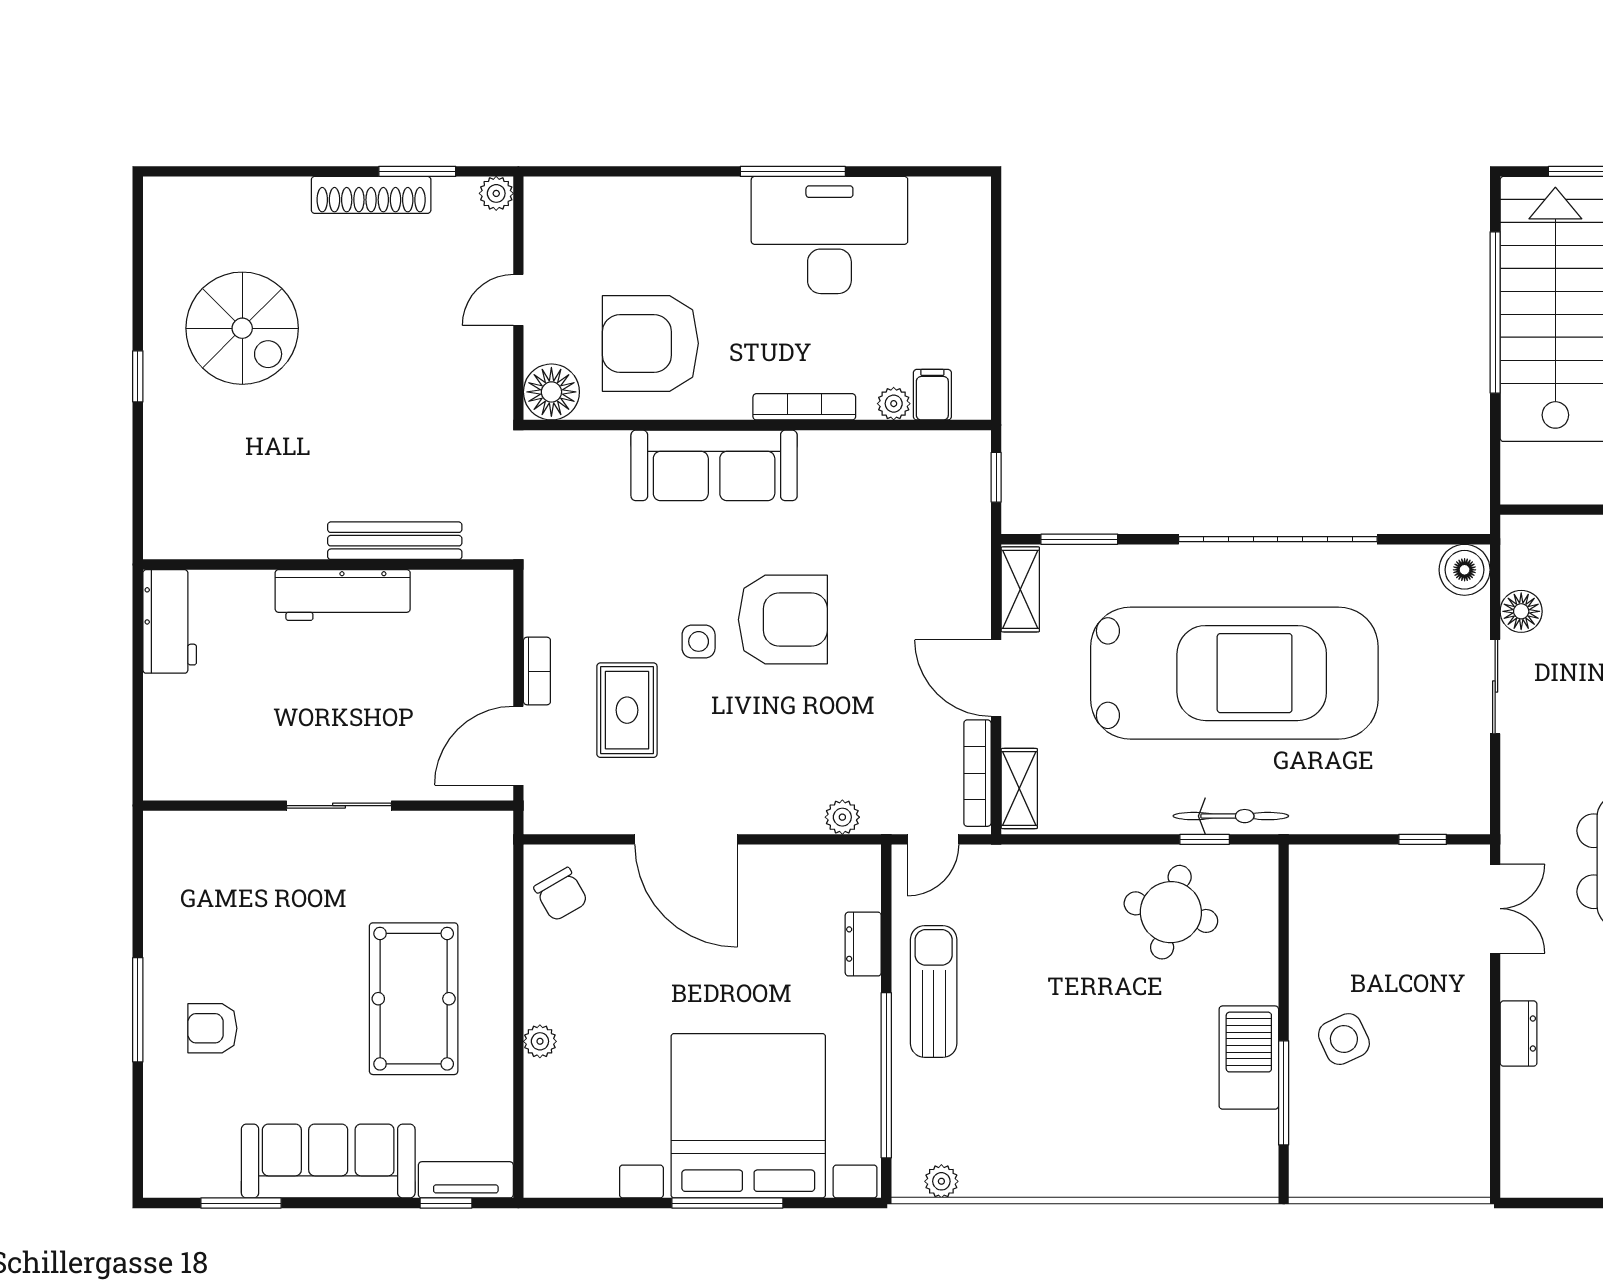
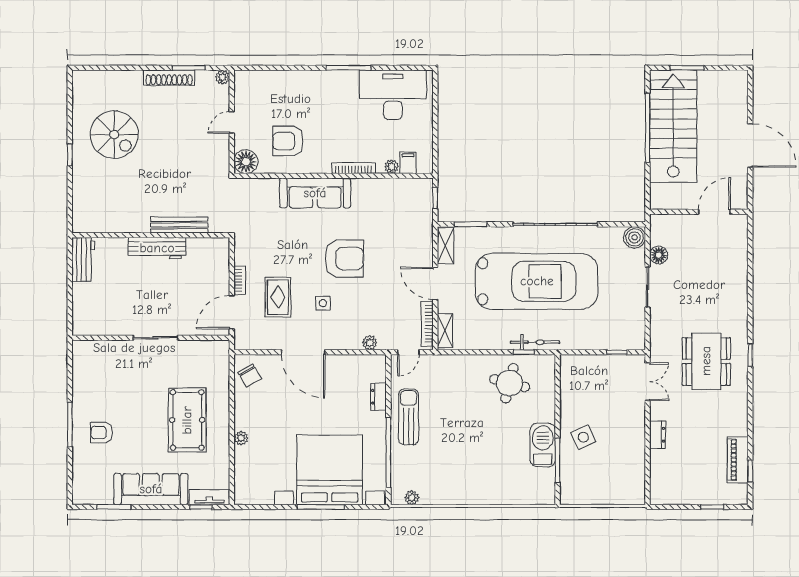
desk: (829, 235) -> (393, 95), moved
armchair: (650, 343) -> (288, 141), width x0.73, depth x0.73
side table: (699, 641) -> (323, 303), moved

